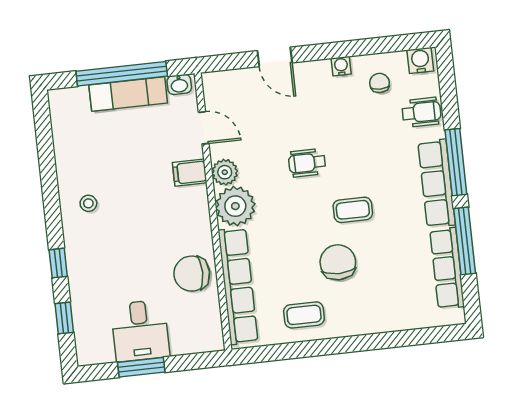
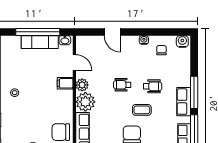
wheelchair: (421, 112) -> (153, 86), moved
row of seats: (437, 183) -> (184, 102), width x0.68

